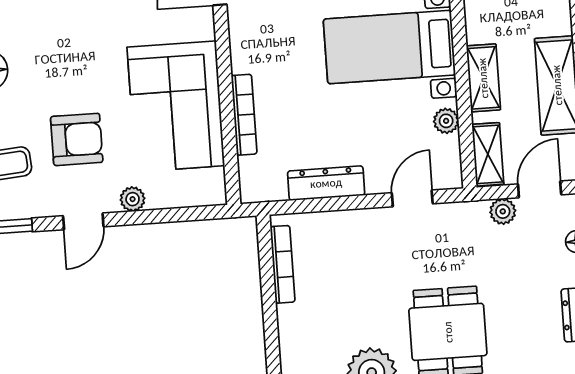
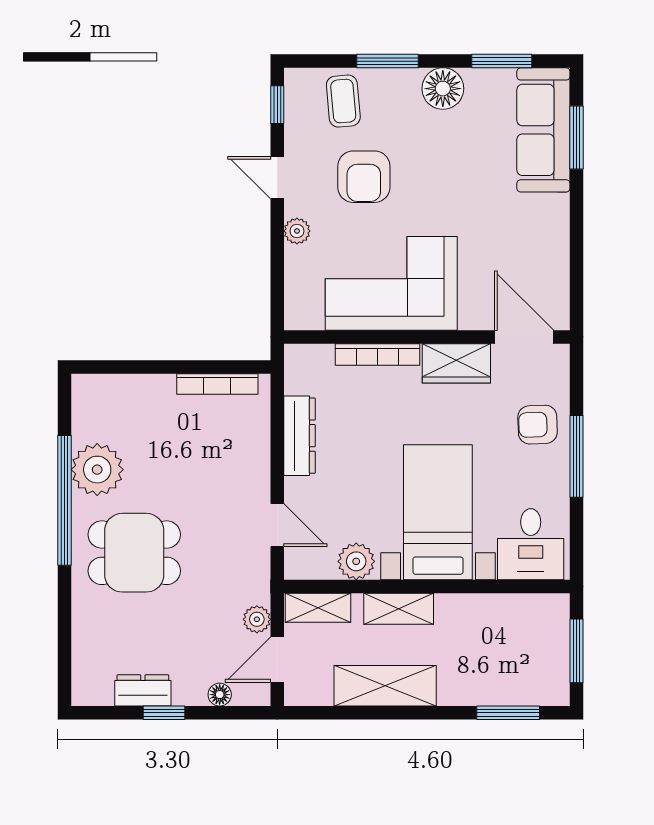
wardrobe: (247, 39) -> (456, 363), added
plant: (446, 121) -> (356, 561), width x1.38, depth x1.38
door: (540, 189) -> (277, 660), swing flipped

